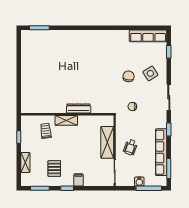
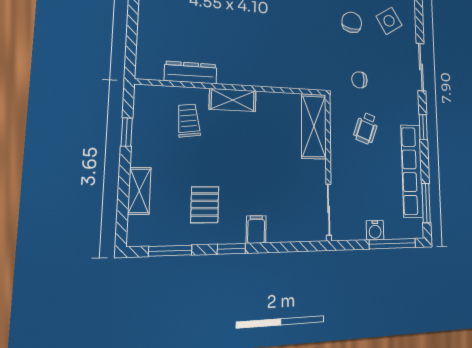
dresser: (79, 109) -> (191, 73), moved
shelving: (107, 142) -> (314, 126), moved
wheelchair: (130, 147) -> (366, 128), moved

